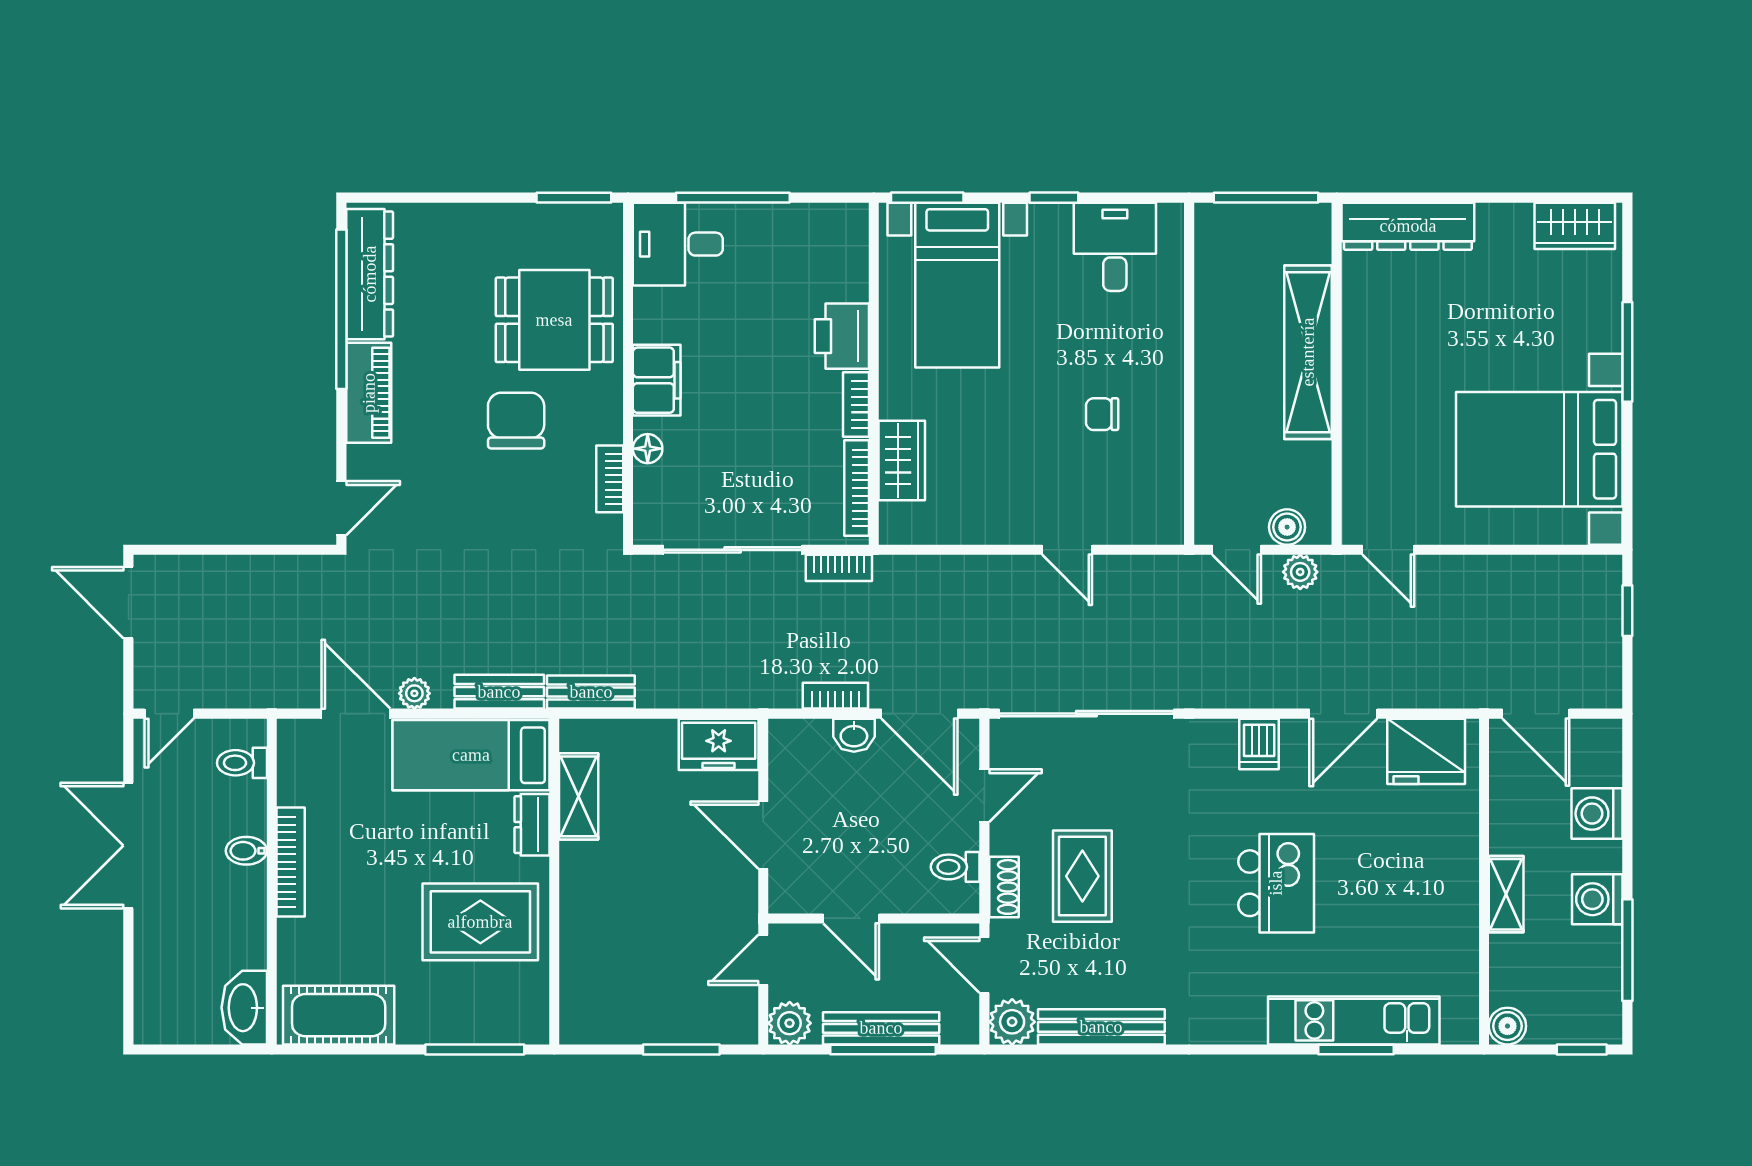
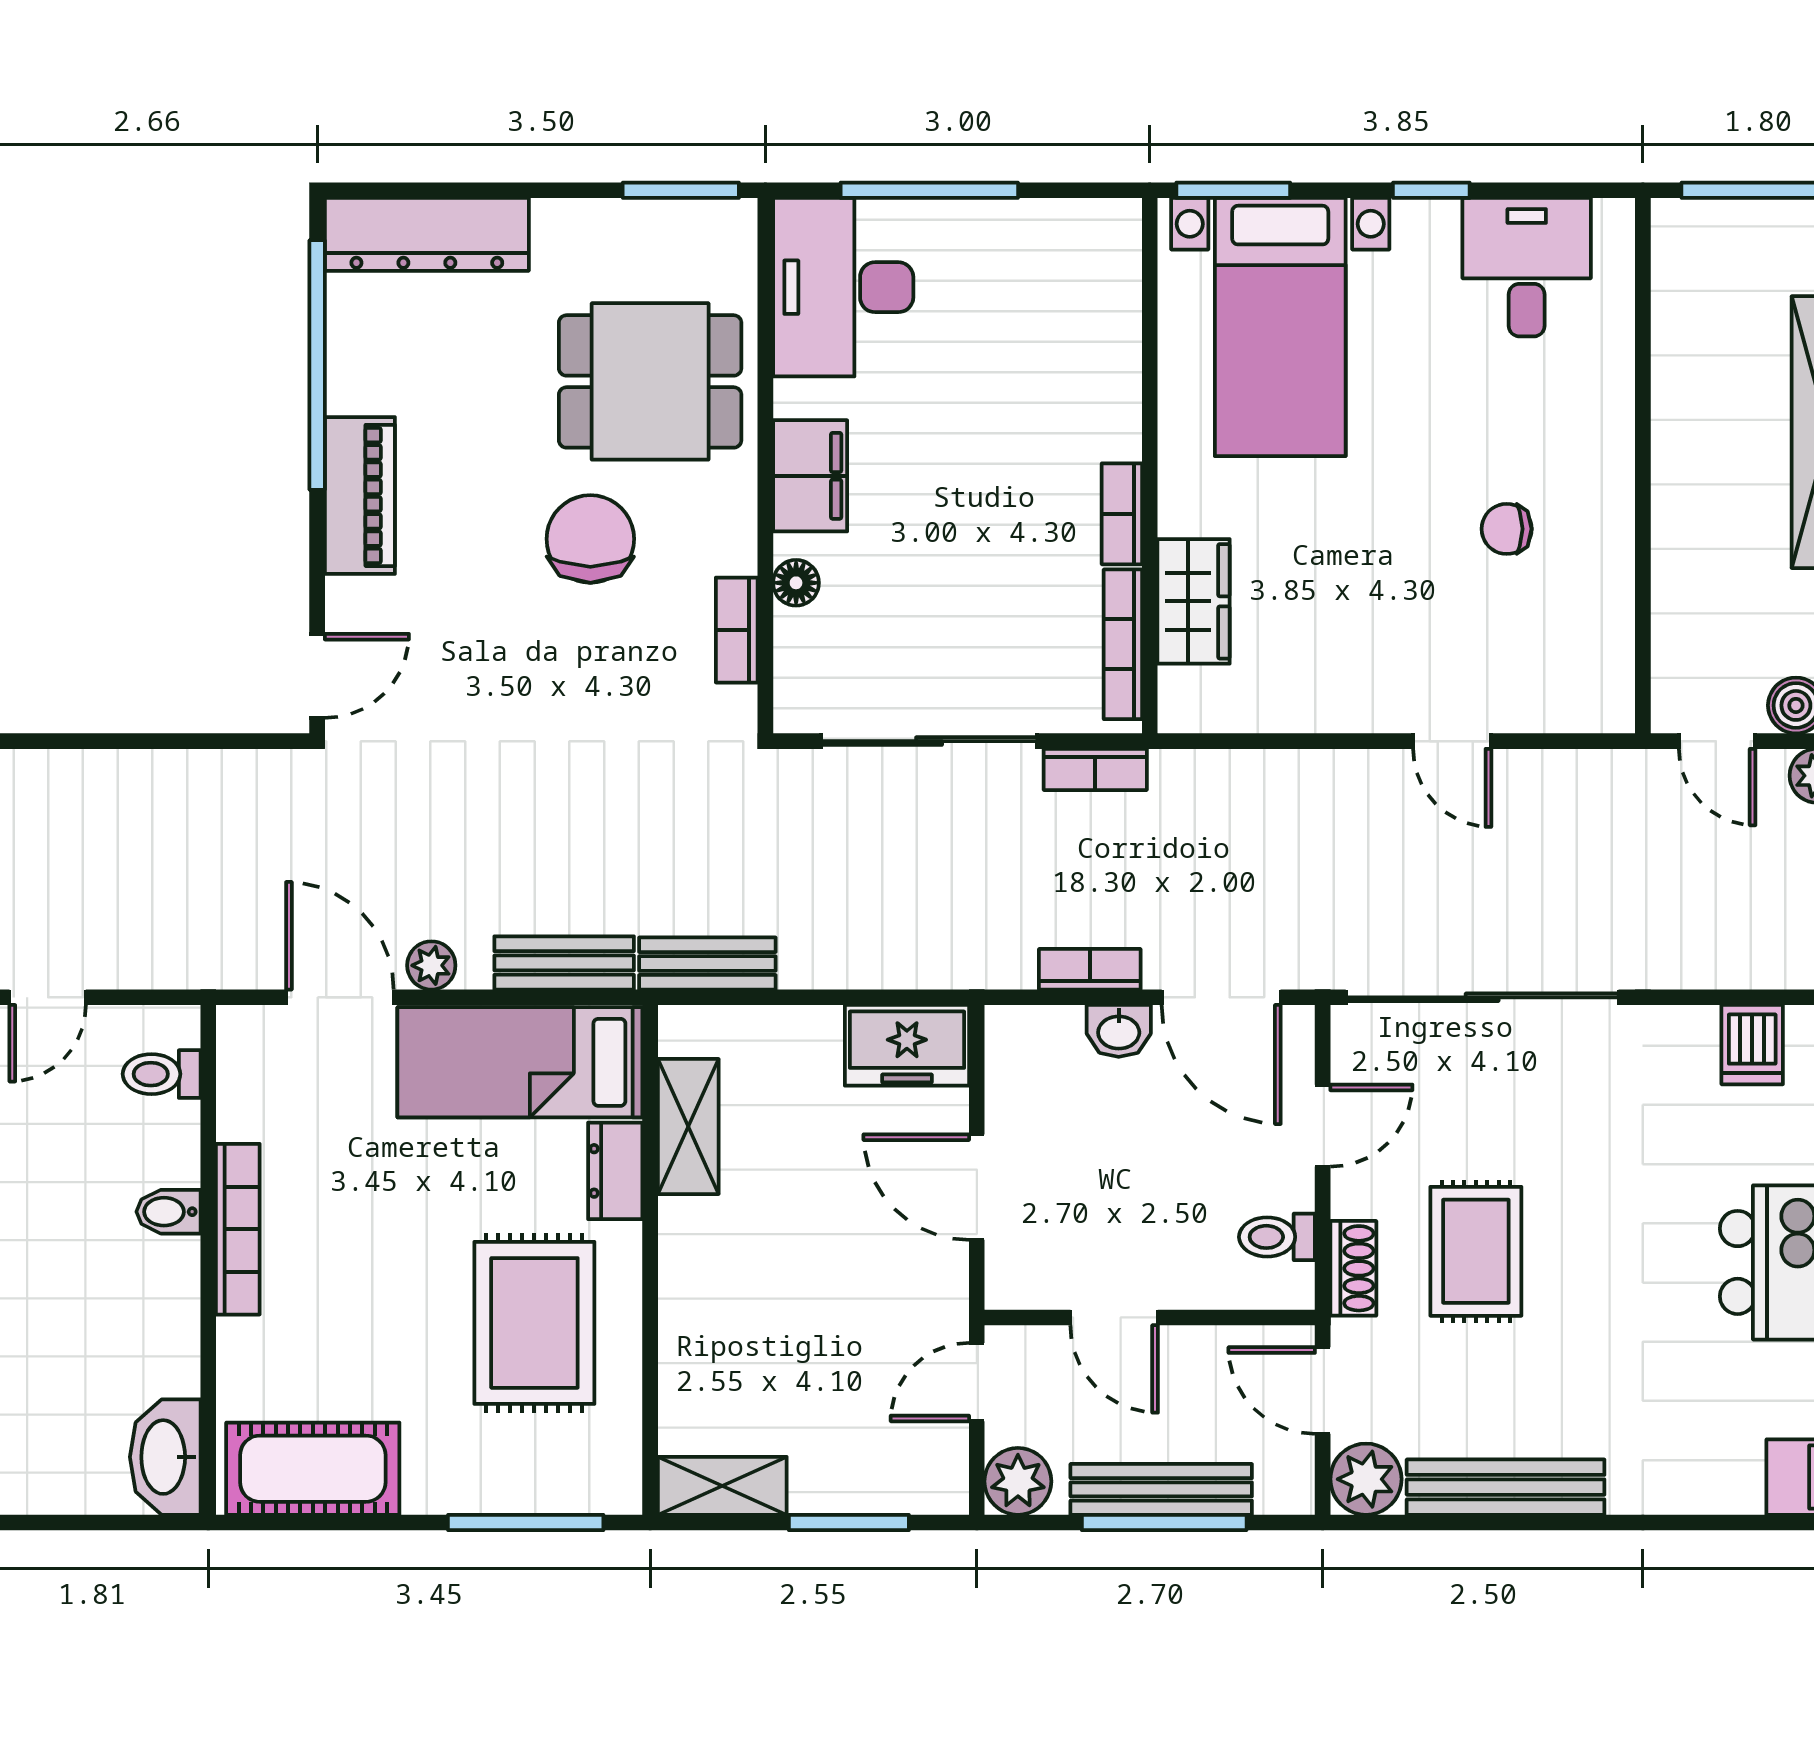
desk: (678, 244) -> (843, 287), width x1.37
dresser: (370, 274) -> (427, 234), moved, turned 90
printer: (842, 336) -> (1100, 407), removed
rug: (480, 922) -> (534, 1323), turned 90
shelving: (600, 1026) -> (722, 1486), added

